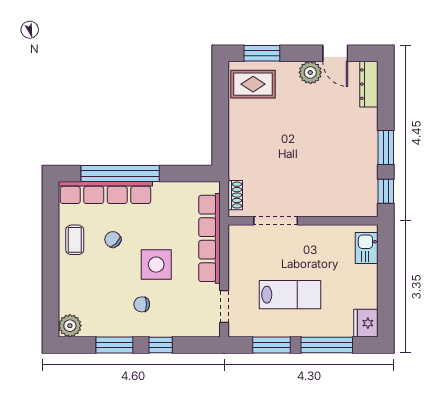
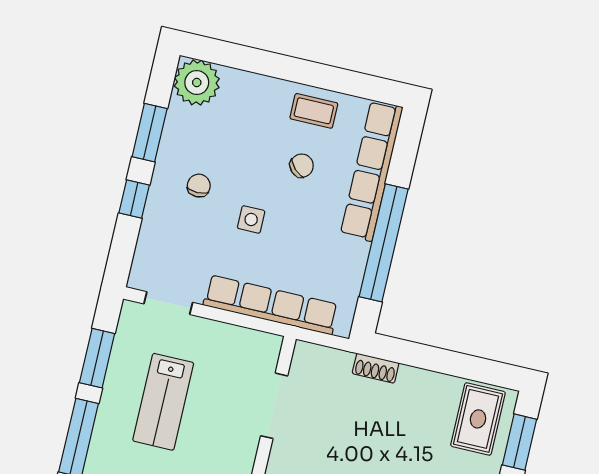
window: (120, 173) -> (384, 243), moved
shoe rack: (235, 195) -> (376, 368), moved
side table: (156, 265) -> (251, 219), width x0.54, depth x0.54
plant: (70, 326) -> (197, 82), width x1.36, depth x1.36

